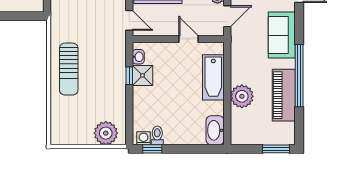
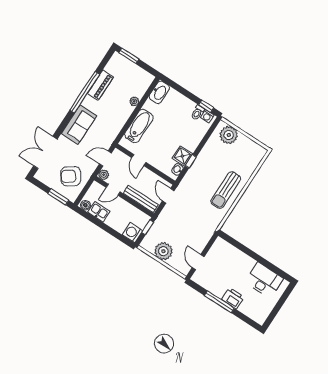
sun lounger: (69, 69) -> (226, 190), turned 180
piano: (284, 95) -> (100, 85), width x0.73, depth x0.75
plant: (242, 96) -> (134, 101), width x0.53, depth x0.53

